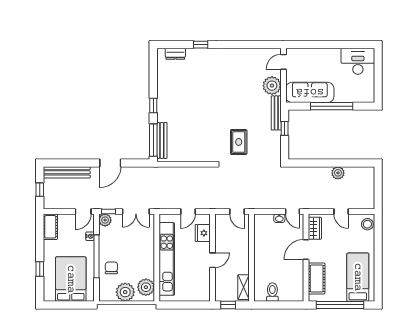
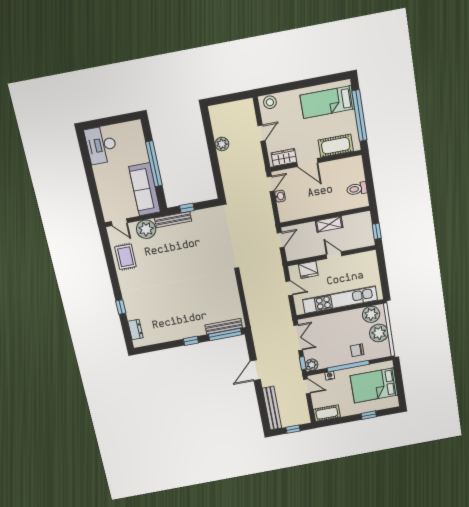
rug: (239, 142) -> (126, 257), moved, turned 90
door: (110, 163) -> (255, 370), swing flipped
shelving: (243, 287) -> (329, 224), moved

